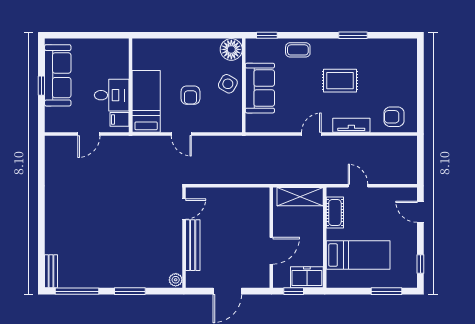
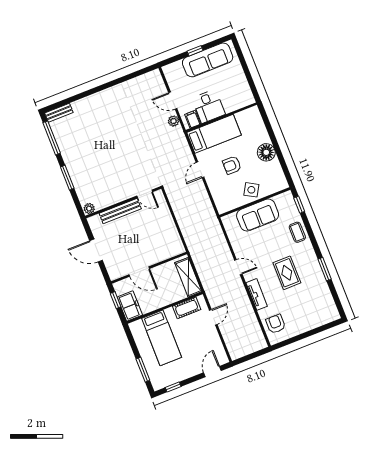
floor lamp: (231, 49) -> (266, 152), moved
plant: (113, 143) -> (173, 121), added

